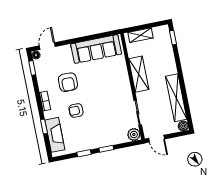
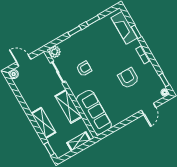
door: (47, 46) -> (149, 109), moved
sofa: (96, 49) -> (94, 112), moved, turned 90
shelving: (176, 98) -> (43, 123), moved, width x0.68
armchair: (76, 110) -> (84, 69), moved
door: (157, 139) -> (24, 61), moved

